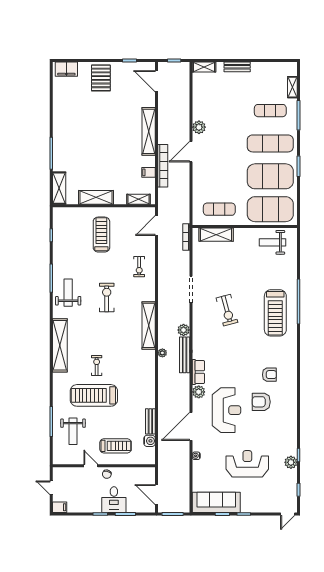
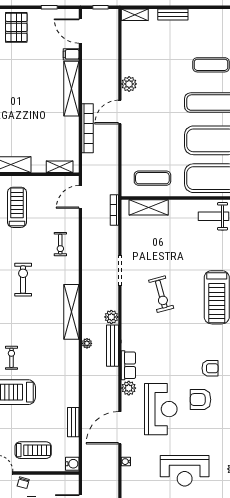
filing cabinet: (149, 172) -> (71, 54), moved
water cooler: (150, 441) -> (72, 464), moved
reception desk: (247, 464) -> (185, 471), turned 180

